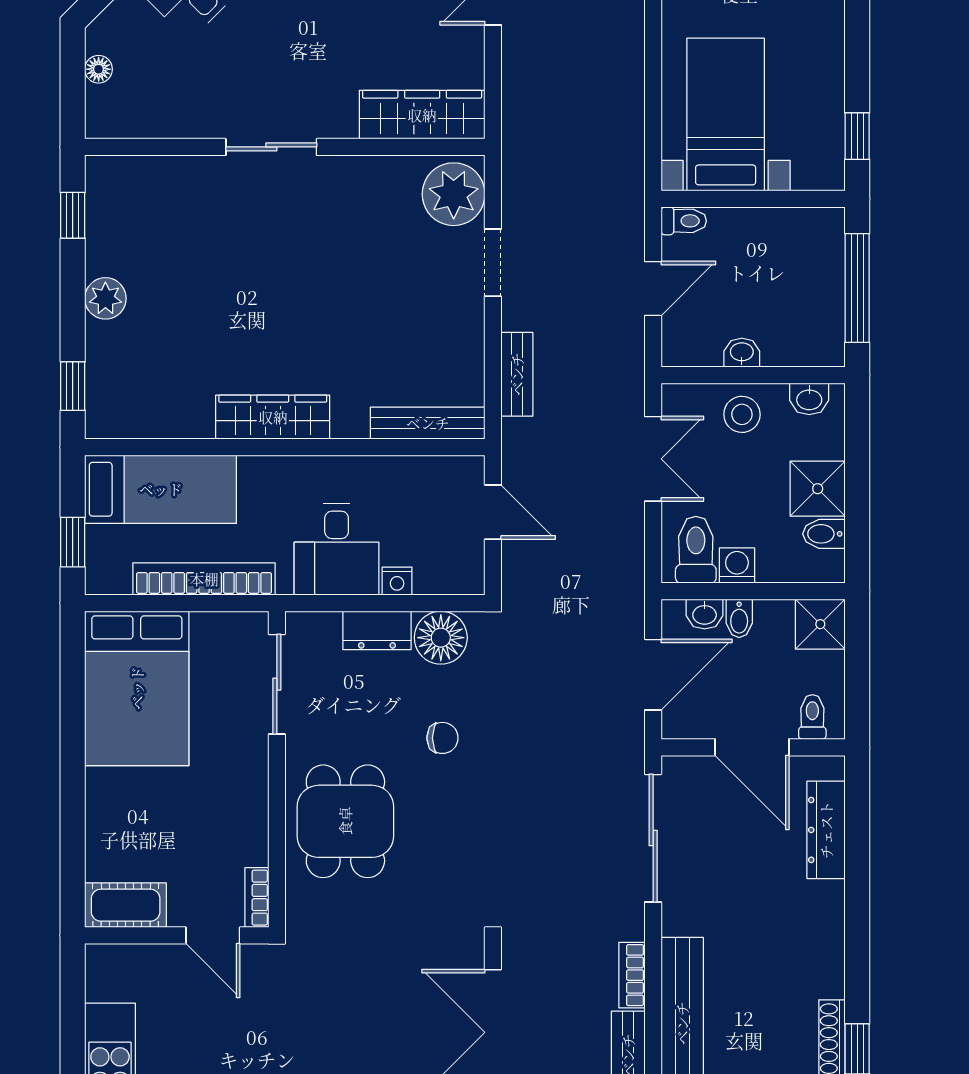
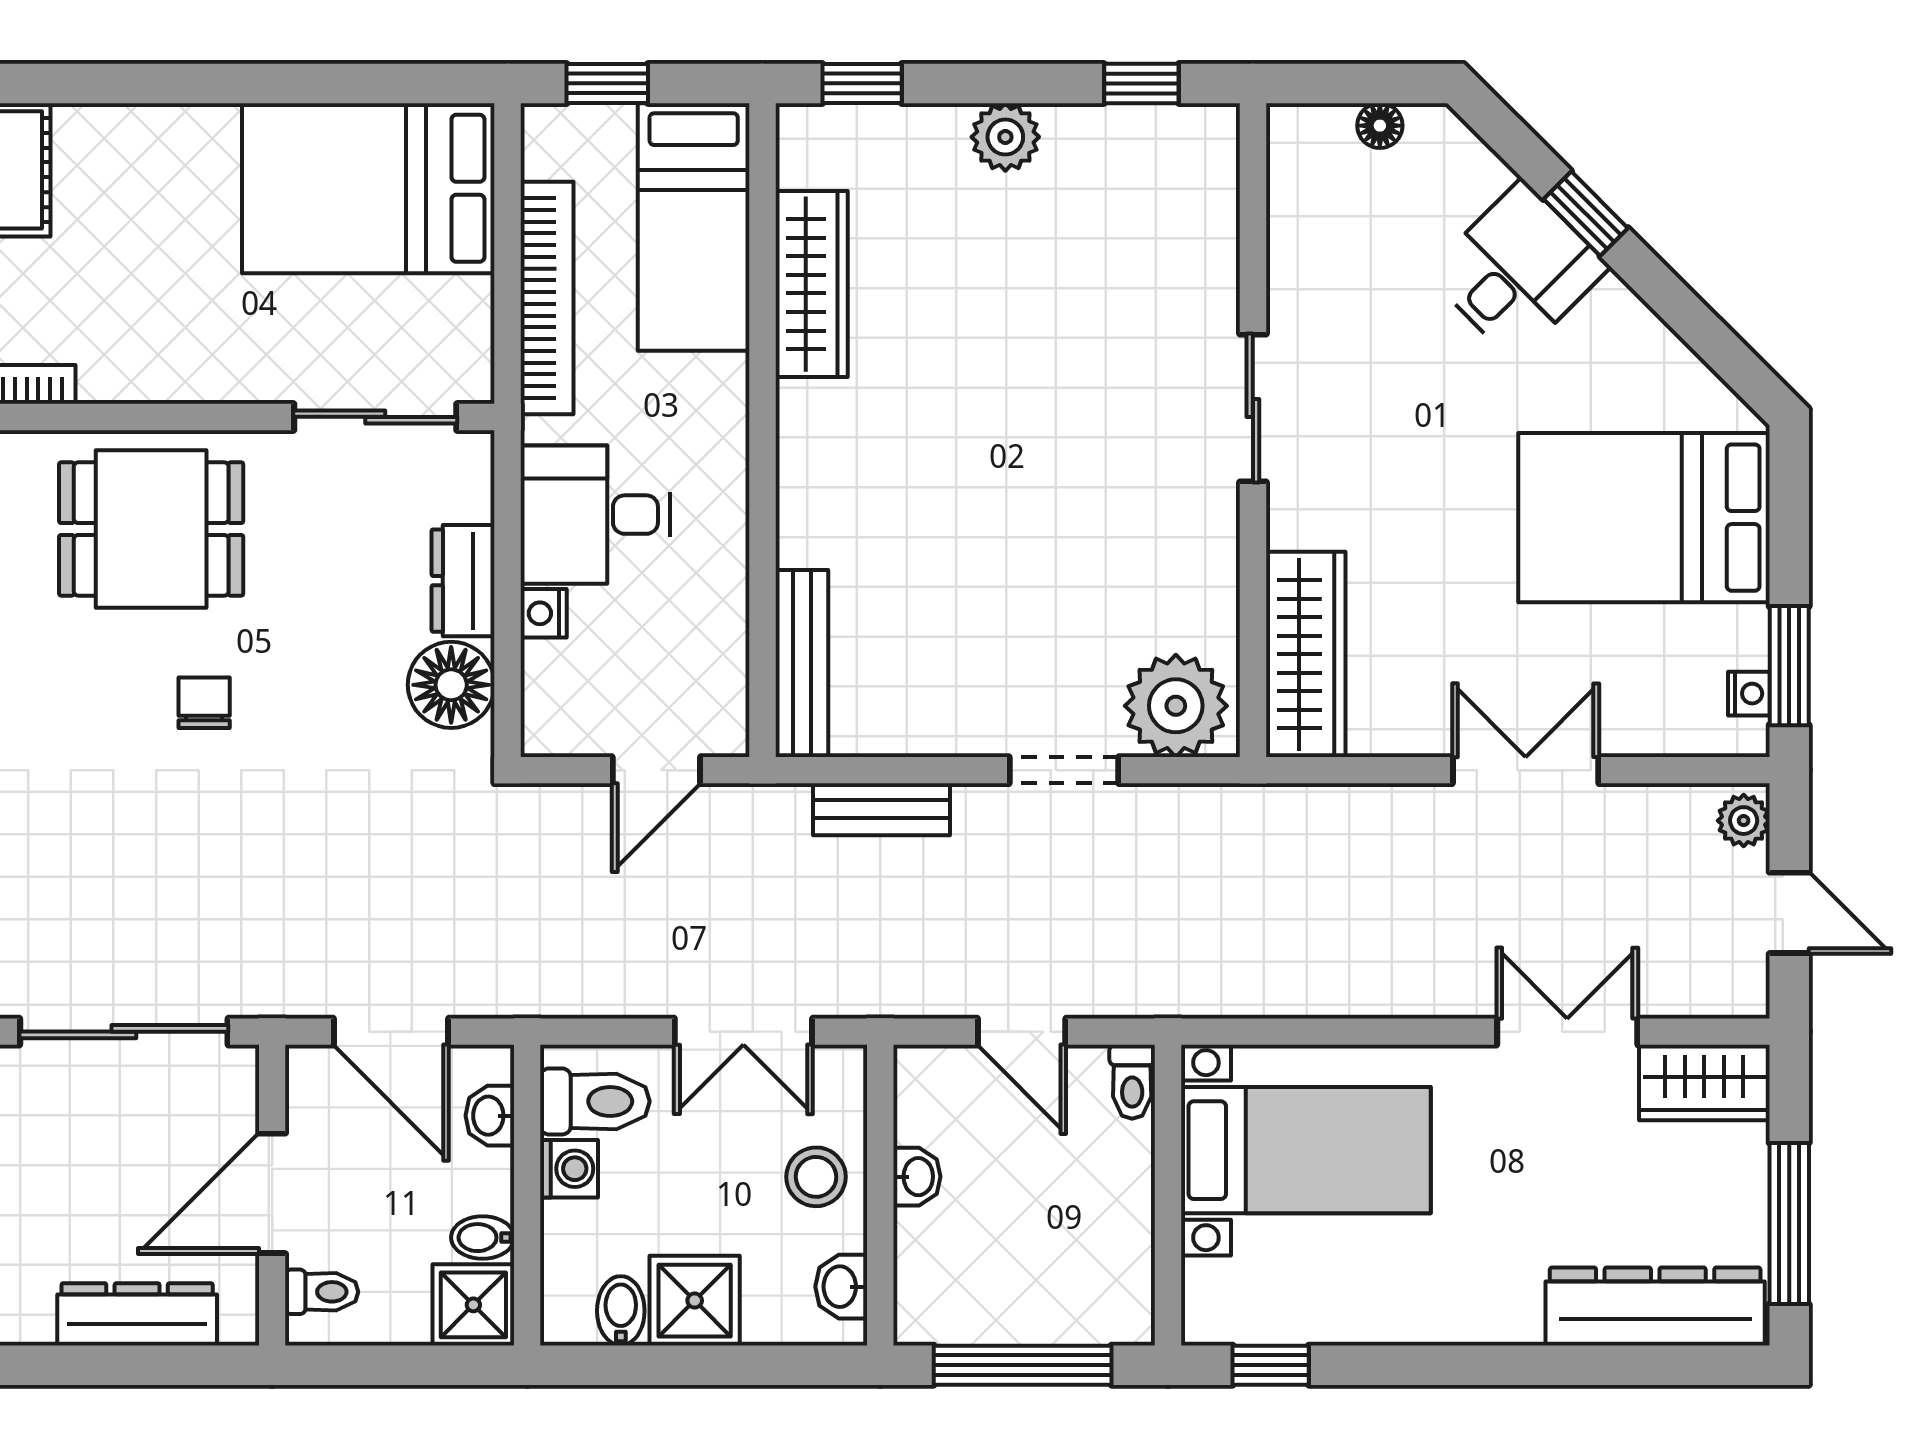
wardrobe: (273, 417) -> (812, 284), moved
bidet: (739, 618) -> (483, 1238), moved
chair: (442, 738) -> (204, 703), moved, turned 180

